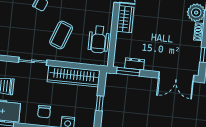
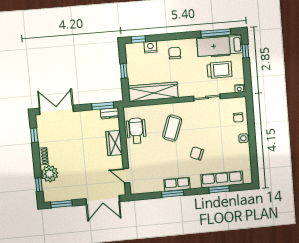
wardrobe: (125, 19) -> (114, 143), moved
sliding door: (33, 61) -> (207, 97), moved
dresser: (135, 64) -> (110, 113), moved

